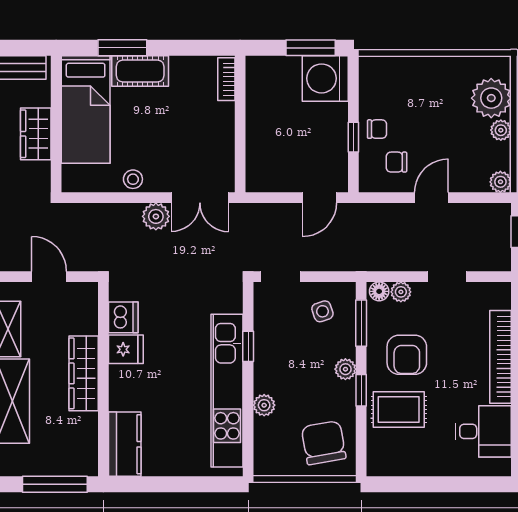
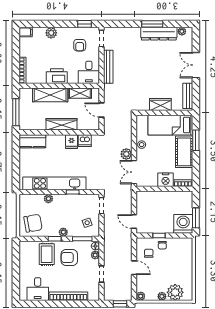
cot: (140, 71) -> (184, 152), width x1.37, depth x1.34
nightstand: (218, 121) -> (166, 180), added
door: (49, 277) -> (101, 110), swing flipped

